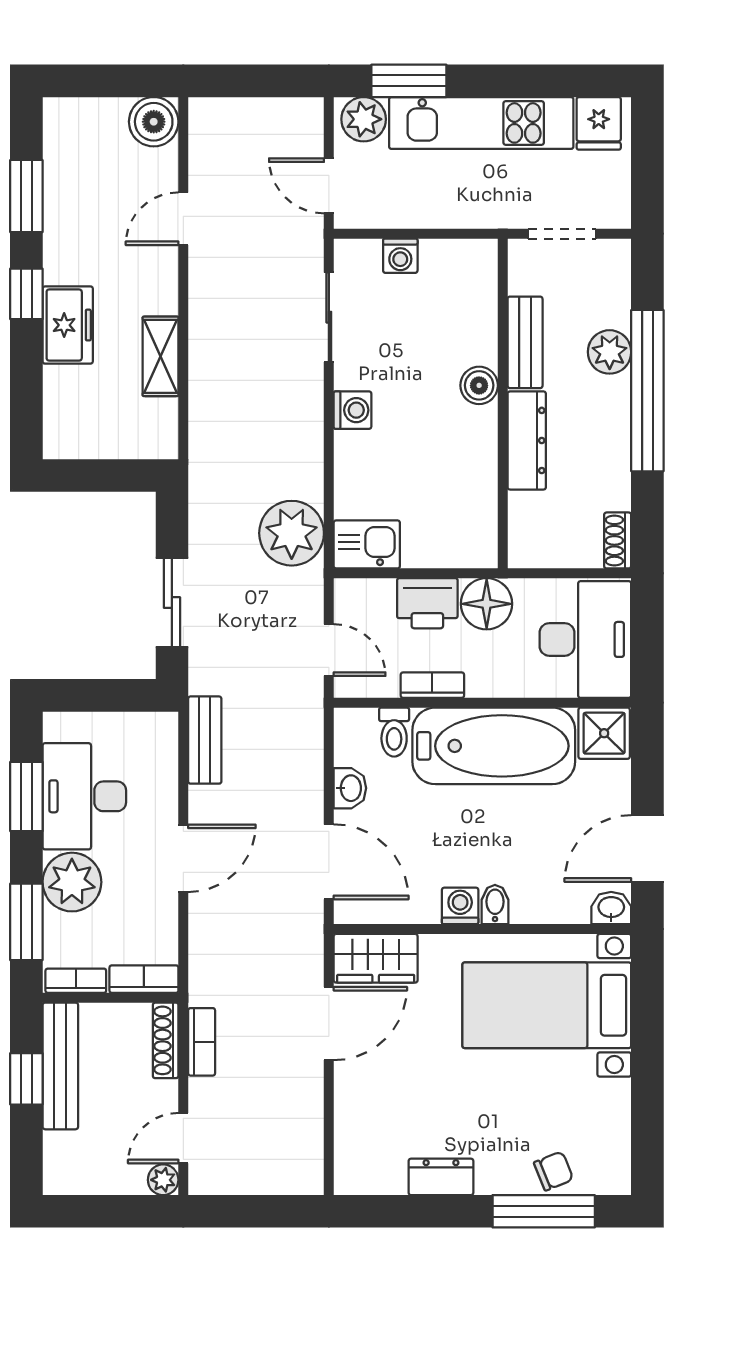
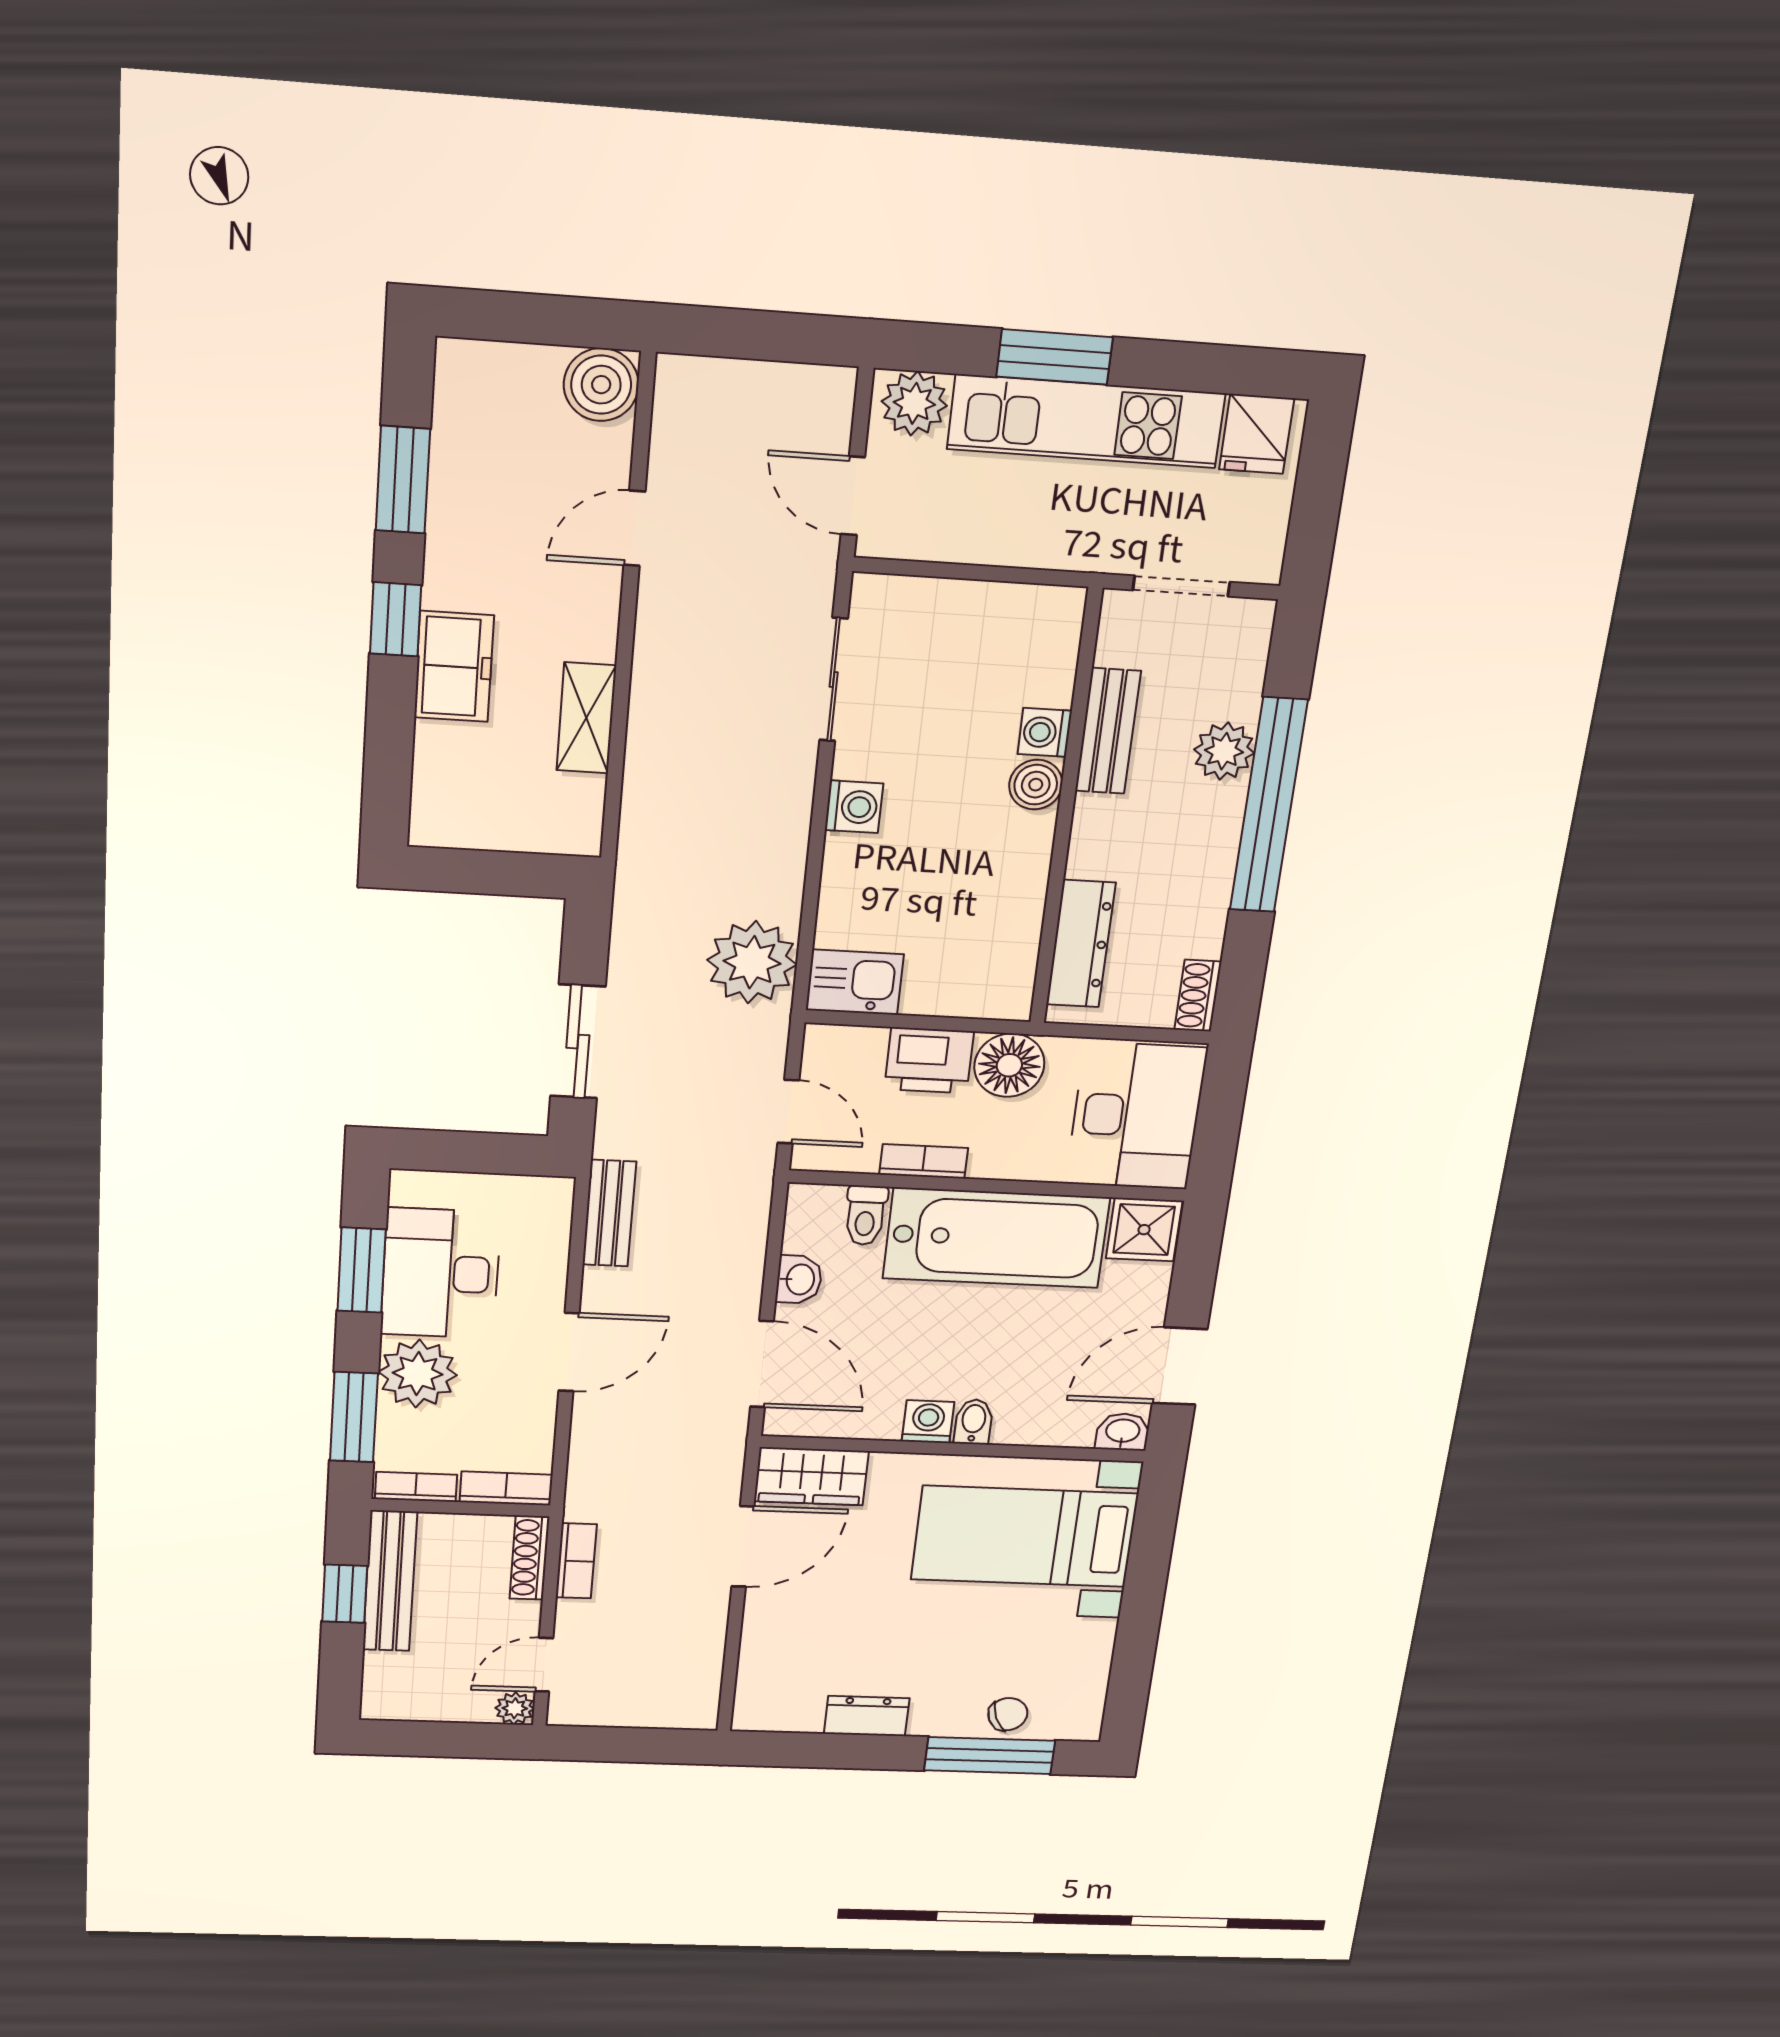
window: (409, 81) -> (1055, 357), moved
washing machine: (400, 256) -> (1045, 732), moved, turned 90
dresser: (527, 440) -> (1081, 944), moved

